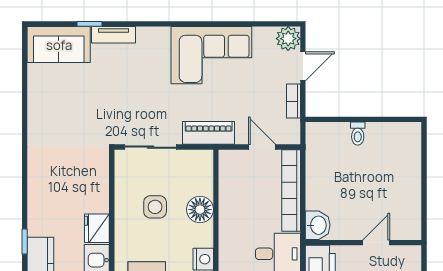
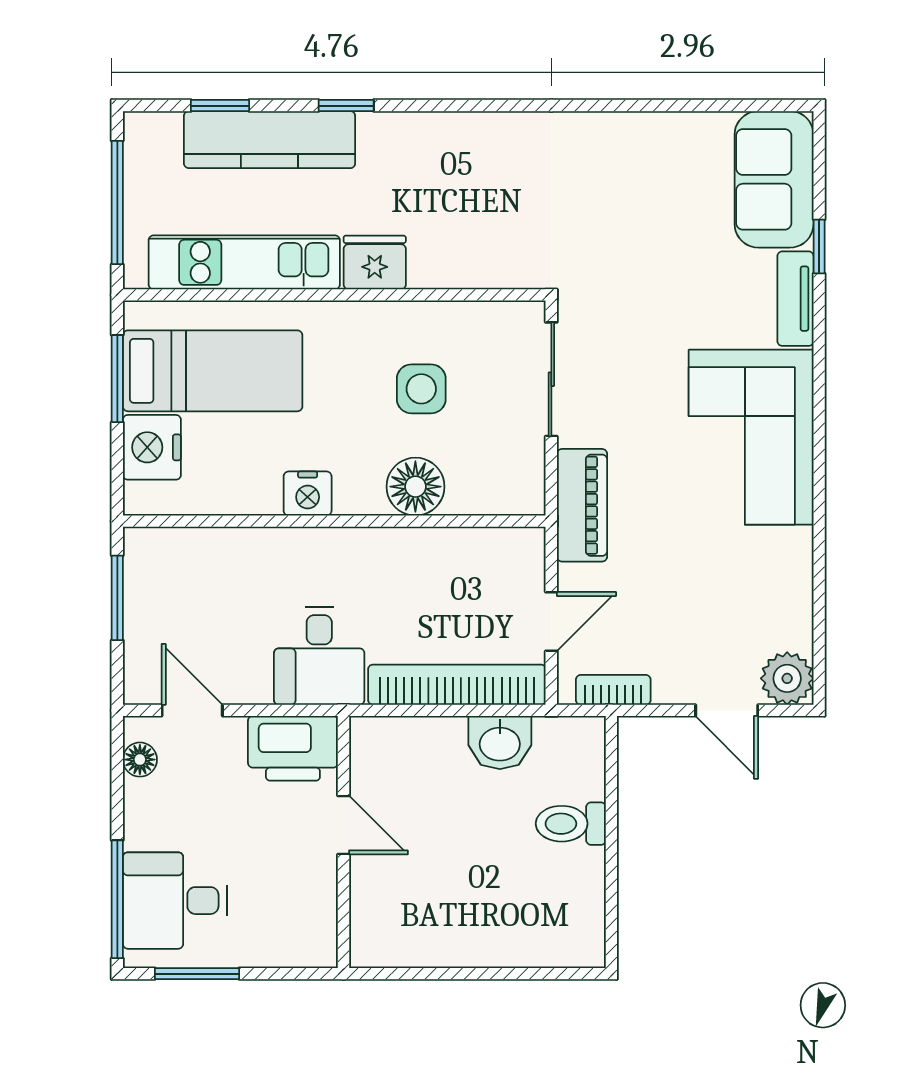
corner sofa: (211, 55) -> (751, 437), moved
bookcase: (294, 101) -> (613, 690), moved
toilet: (358, 134) -> (571, 824), width x1.37, depth x1.39
washbasin: (318, 225) -> (500, 743), moved
door: (376, 243) -> (344, 825), moved

